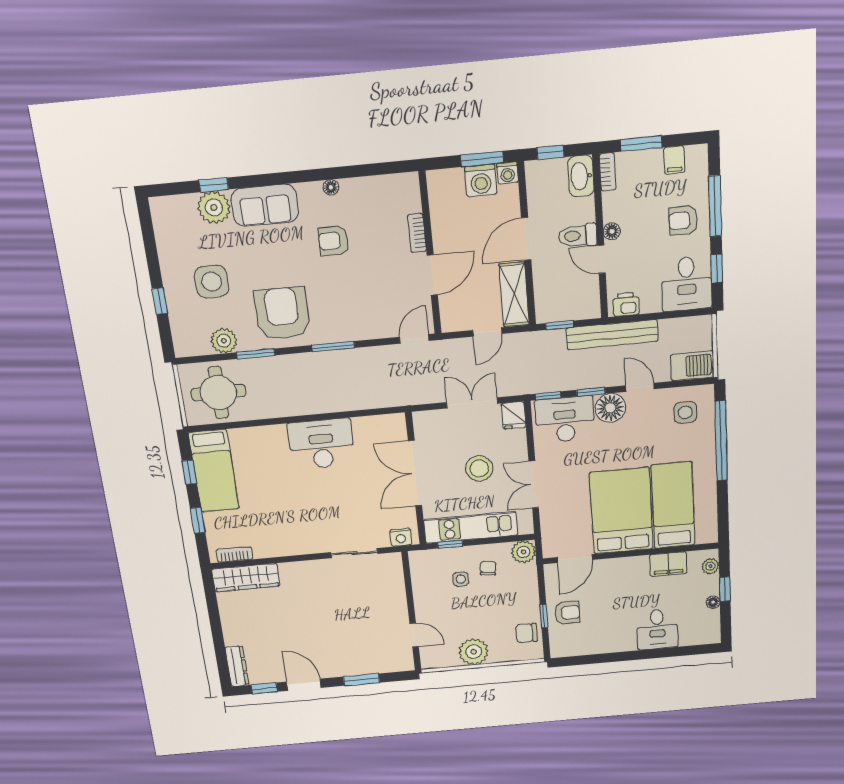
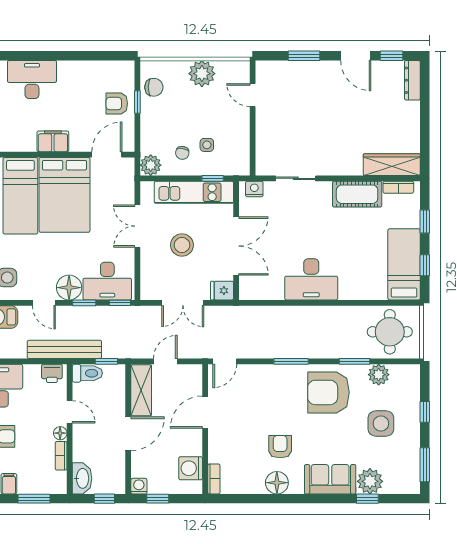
window: (482, 159) -> (158, 499), width x0.67
bookcase: (608, 172) -> (61, 456), moved
washing machine: (481, 180) -> (191, 468), moved, turned -90
floor lamp: (331, 187) -> (277, 483), width x1.89, depth x1.89
bookcase: (417, 233) -> (214, 479), moved
window: (148, 235) -> (425, 465), added
toilet: (578, 236) -> (87, 373), moved
armchair: (334, 241) -> (280, 447), turned -90
armchair: (282, 313) -> (328, 392), turned 90
fridge: (513, 415) -> (222, 291), moved, turned -90
double door: (534, 484) -> (137, 226), swing flipped
cot: (281, 543) -> (357, 194), added
filing cabinet: (668, 564) -> (53, 141), moved
desk: (657, 629) -> (32, 80), width x1.37

